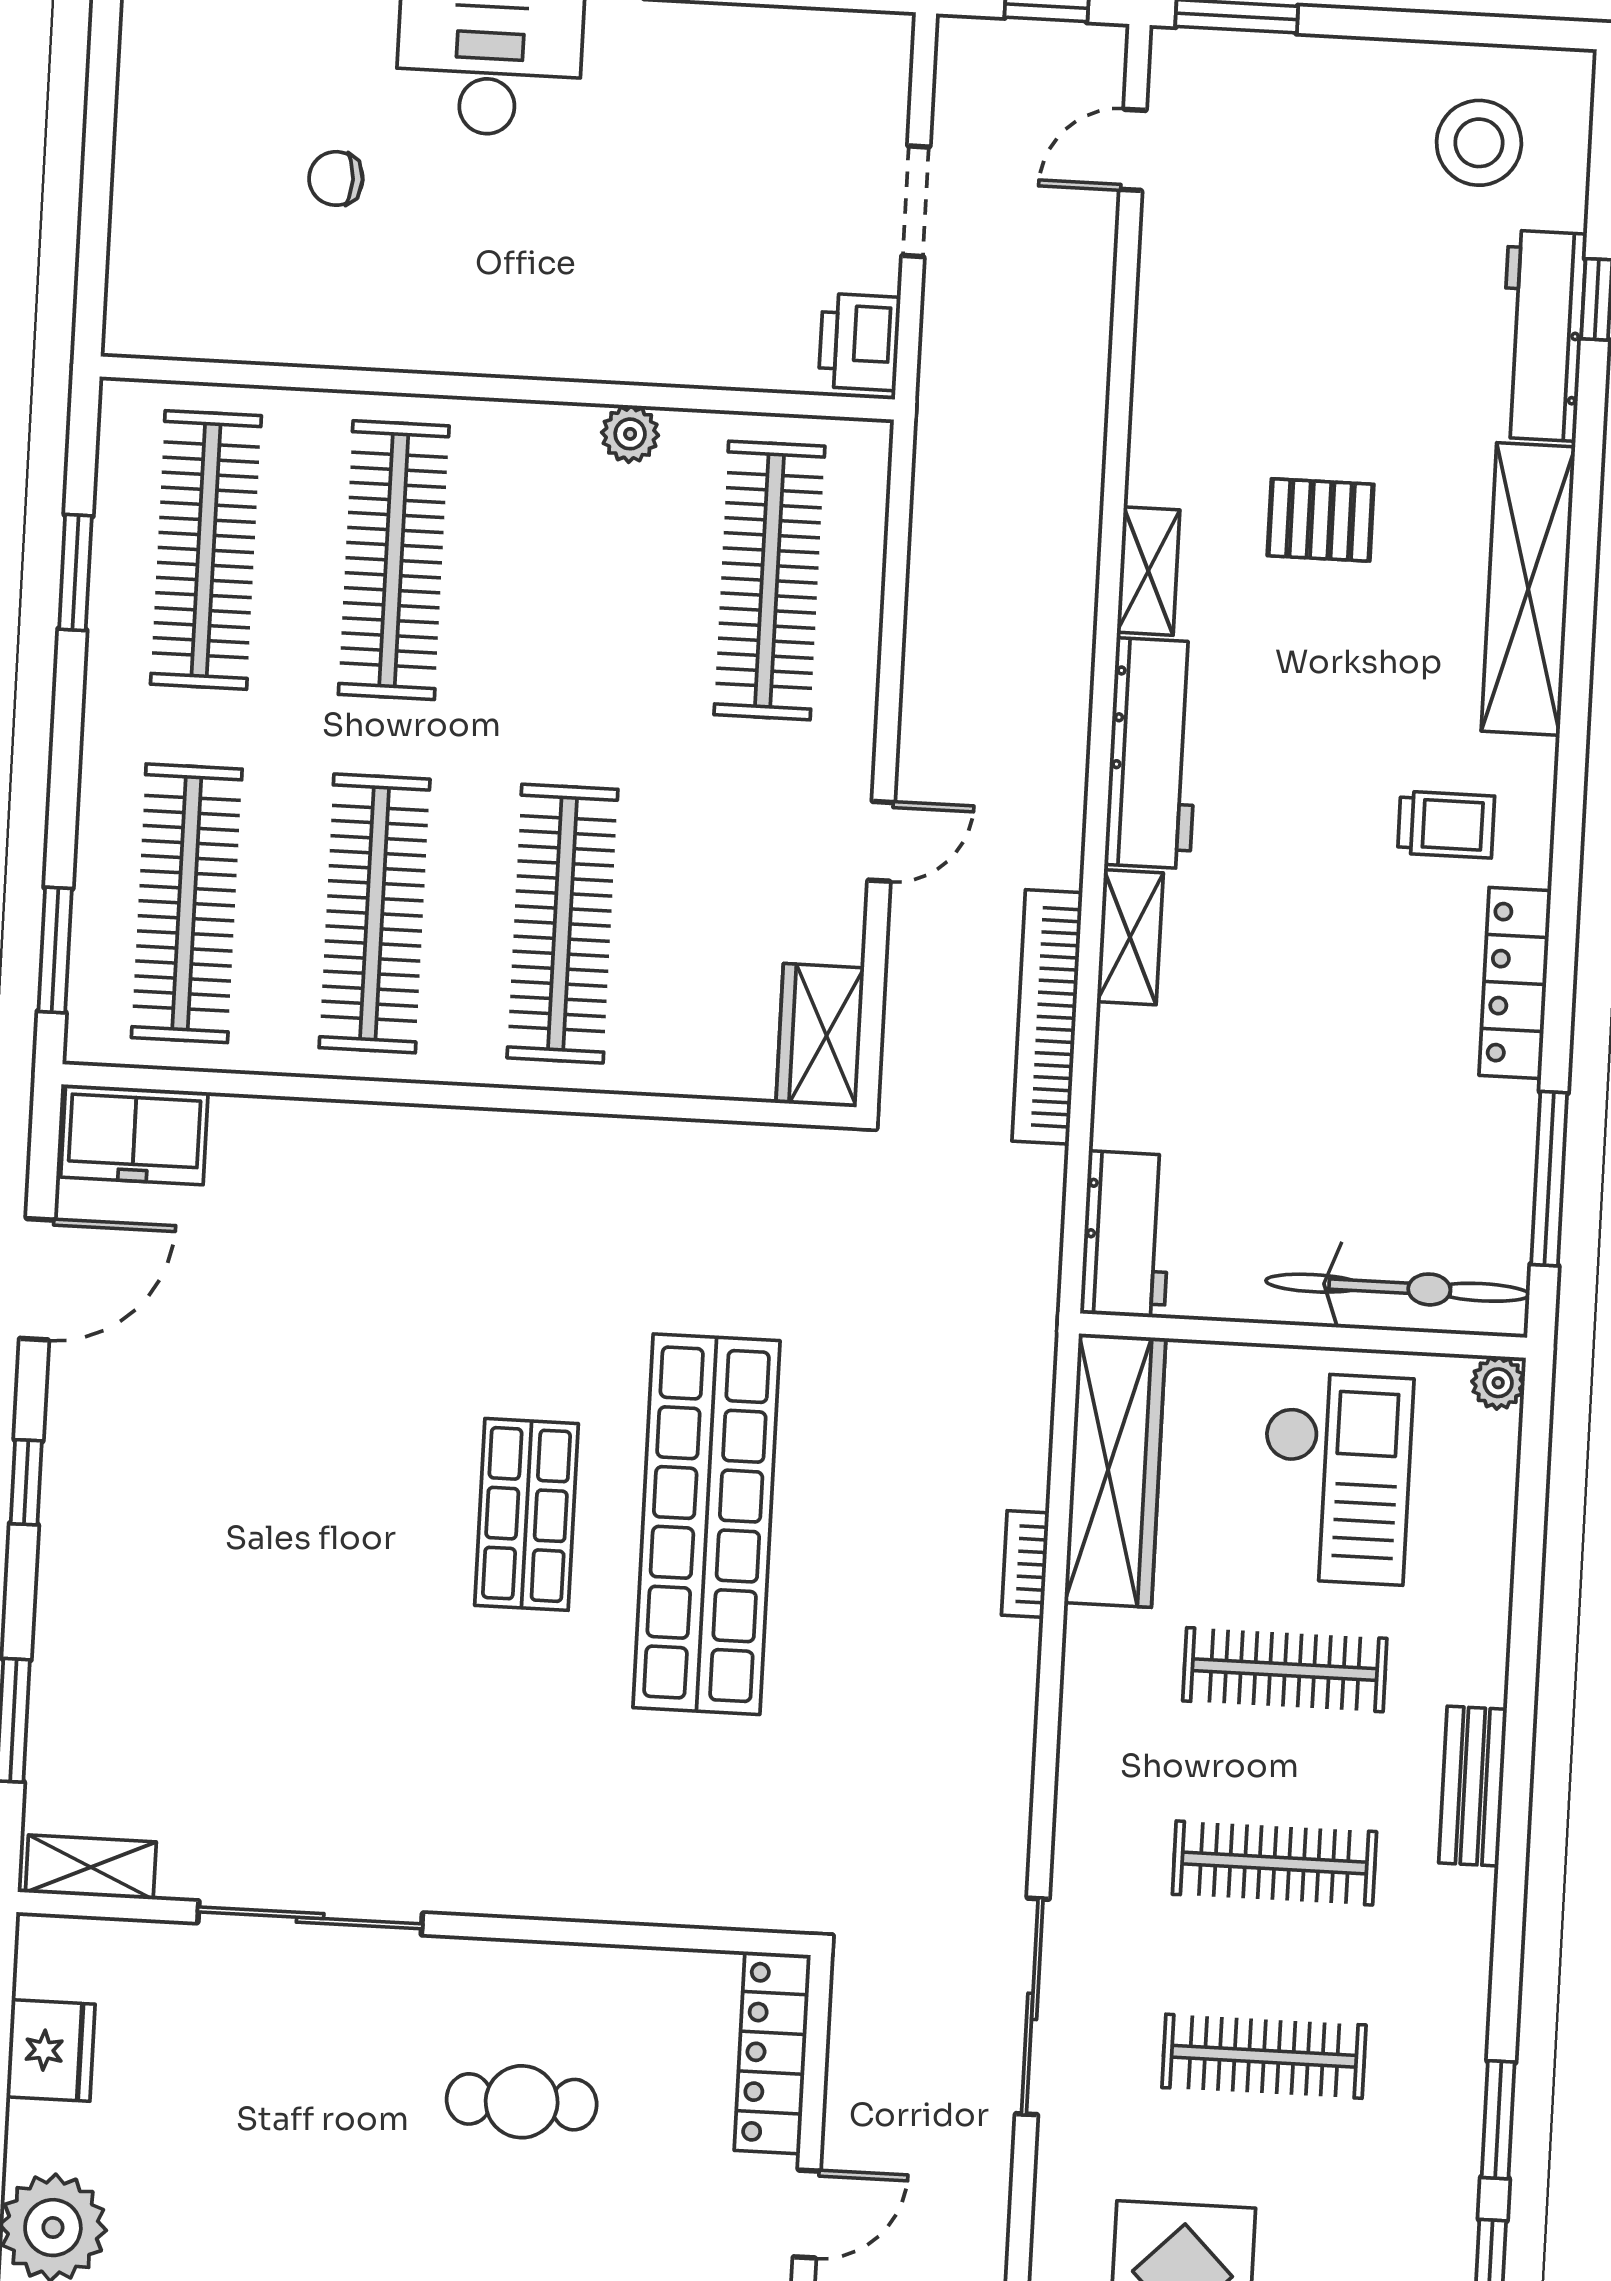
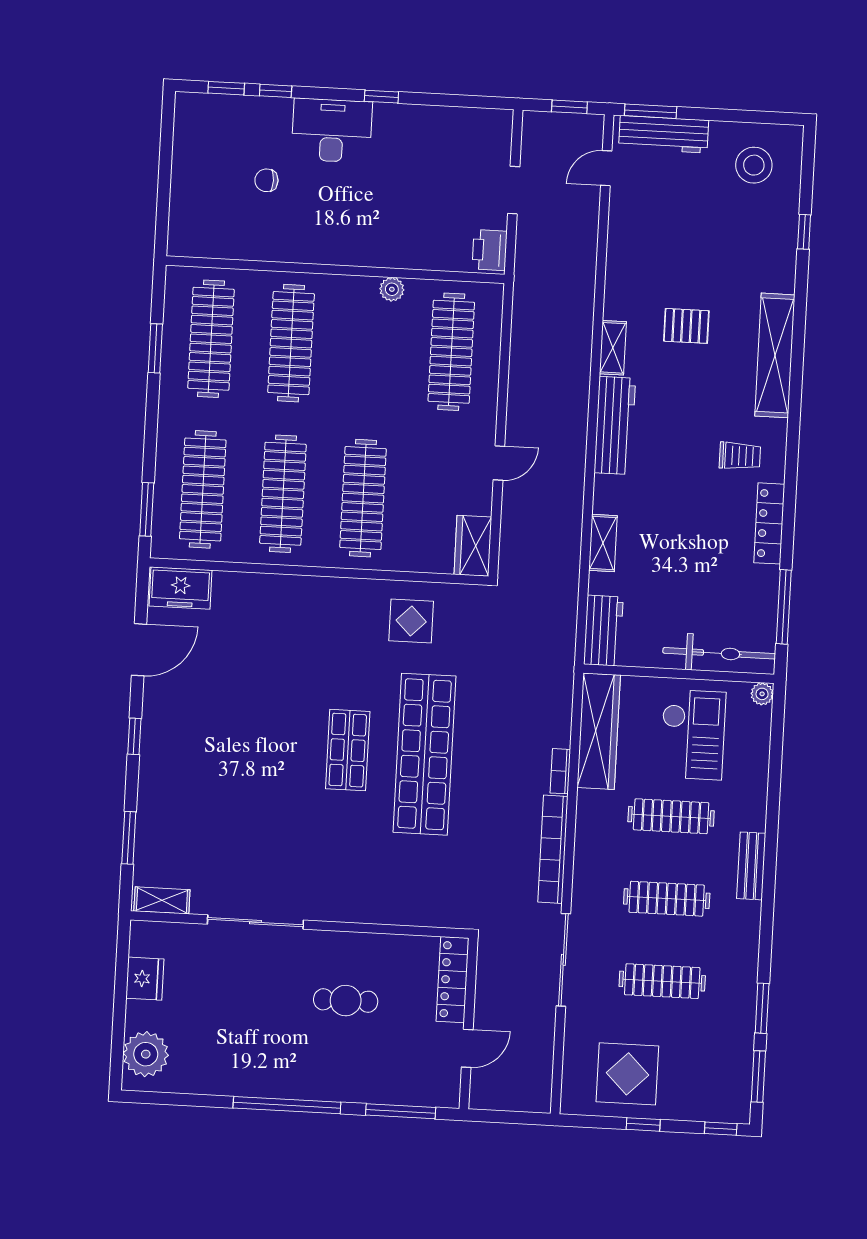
workbench: (1542, 336) -> (664, 134), moved, turned -90
shelving: (1130, 937) -> (603, 543), moved
bookcase: (1047, 1017) -> (553, 849), moved
display table: (675, 1212) -> (411, 621), added

